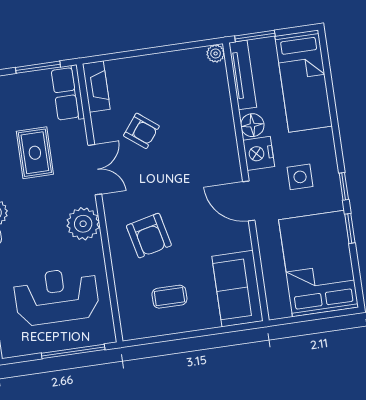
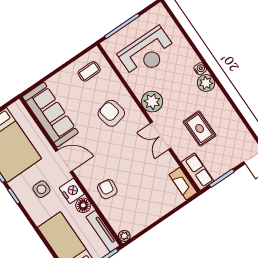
armchair: (141, 131) -> (107, 189), moved, turned 60
sofa: (238, 289) -> (50, 115), width x1.36
coffee table: (169, 297) -> (89, 71), moved

